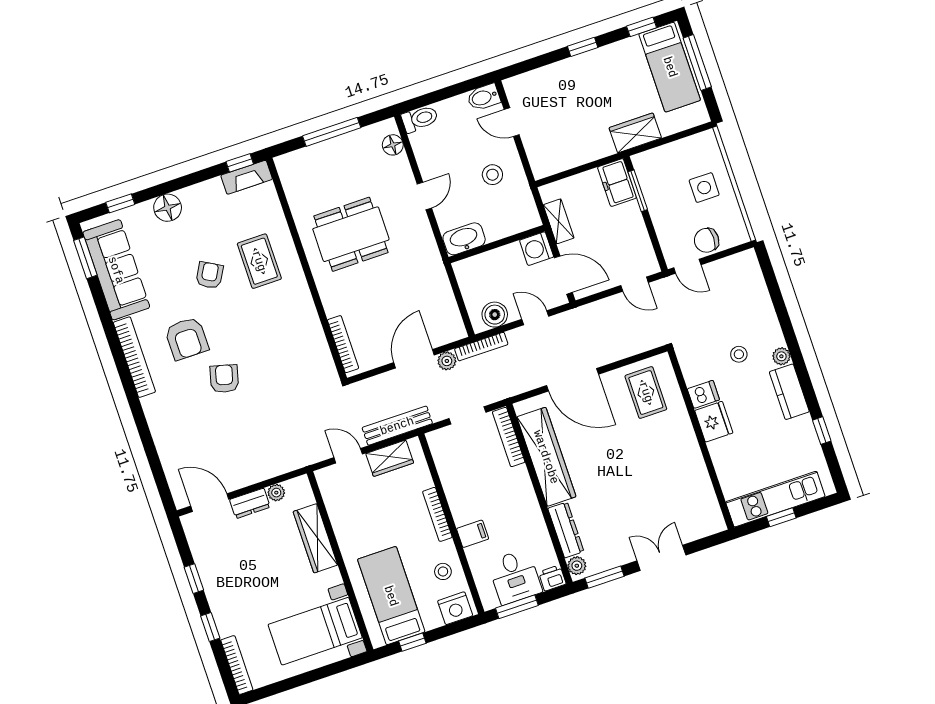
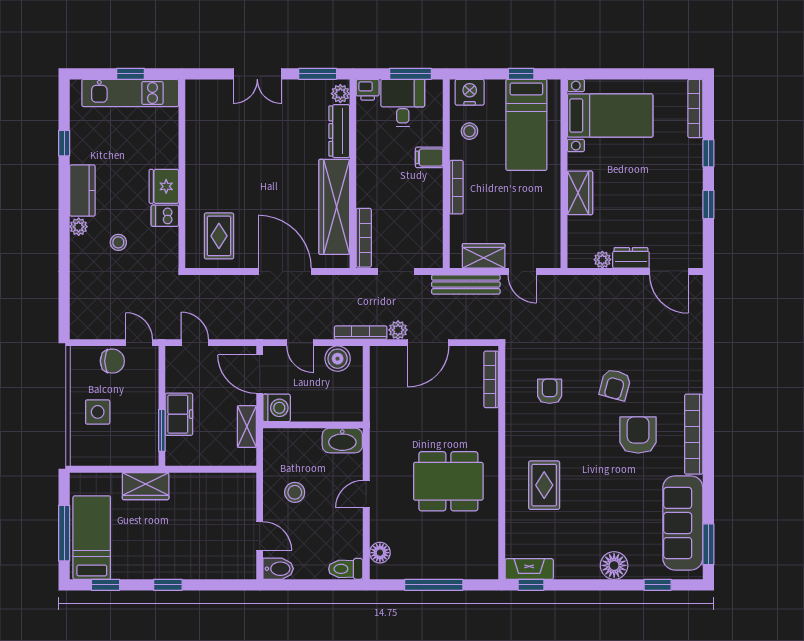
freezer: (617, 182) -> (179, 414), moved
armchair: (210, 275) -> (550, 391), moved, turned 151
wardrobe: (315, 538) -> (580, 193), width x0.67

